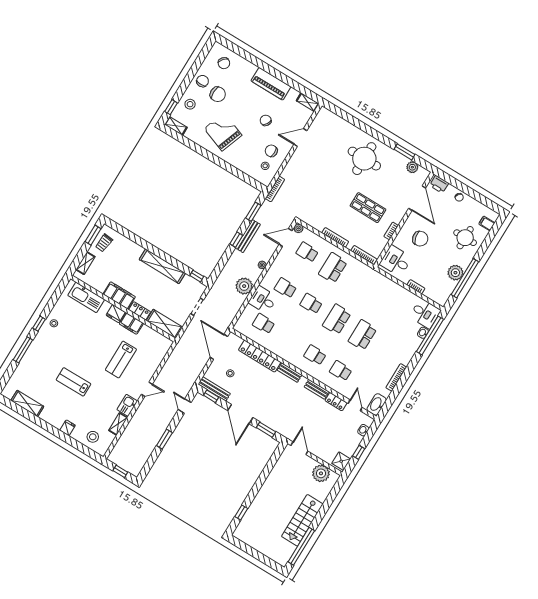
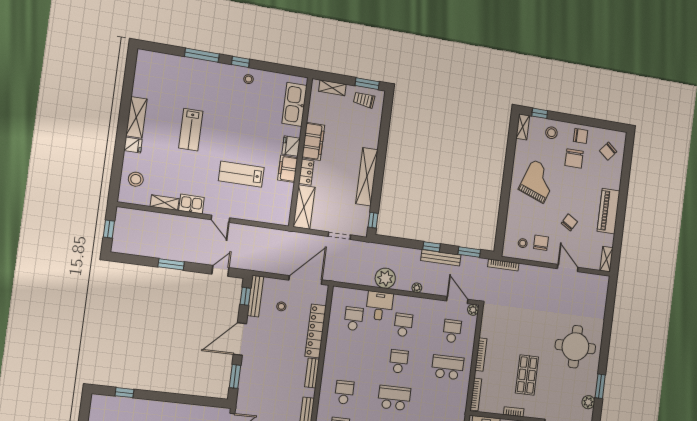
lab bench: (74, 382) -> (191, 130), turned 180
shelving: (27, 404) -> (136, 117), moved

